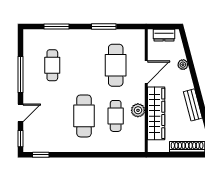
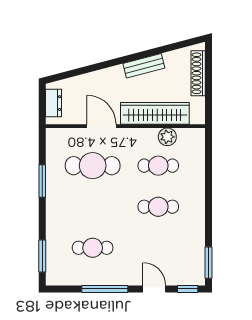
window: (56, 26) -> (42, 256), moved
plant: (183, 65) -> (92, 79), removed
plant: (138, 110) -> (167, 137), moved
cafe table: (84, 116) -> (158, 207), width x0.73, depth x0.74
window: (41, 155) -> (209, 263), width x1.50

